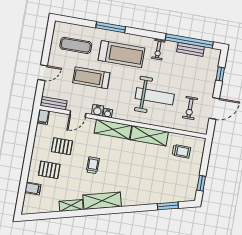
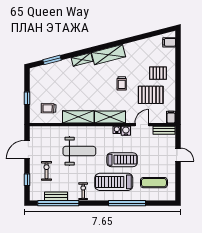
window: (111, 27) -> (127, 203), width x1.46
door: (43, 73) -> (178, 155), swing flipped
treadmill: (91, 78) -> (122, 160), moved
weight bench: (155, 96) -> (79, 151), turned 180
exercise bike: (190, 108) -> (47, 171), moved
pallet: (62, 146) -> (151, 95), width x1.50, depth x1.42
window: (201, 183) -> (27, 98), moved
filing cabinet: (33, 188) -> (169, 42), moved
shelving: (71, 205) -> (82, 60), moved

